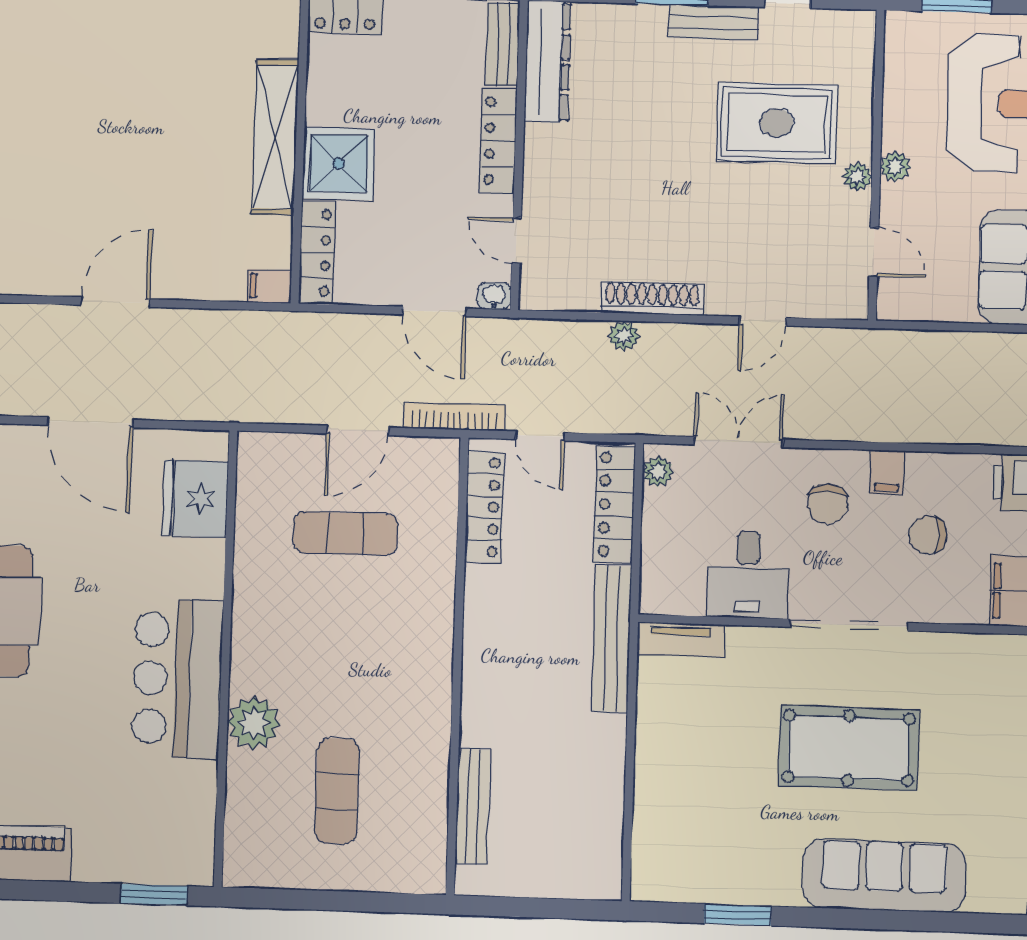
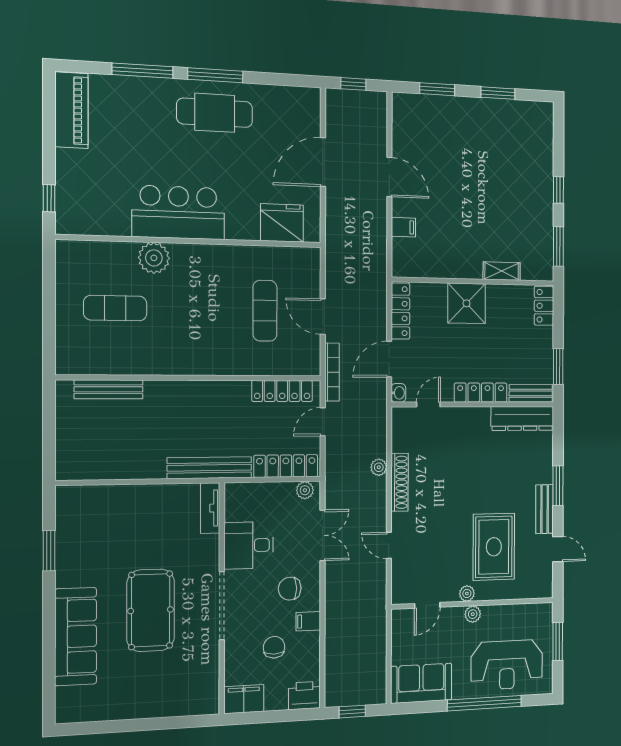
shelving: (275, 137) -> (502, 271), width x0.45, depth x0.75
locker: (317, 253) -> (400, 311), moved, turned -90
filing cabinet: (269, 286) -> (403, 227), moved, turned 90
window: (154, 895) -> (49, 198), width x0.67

